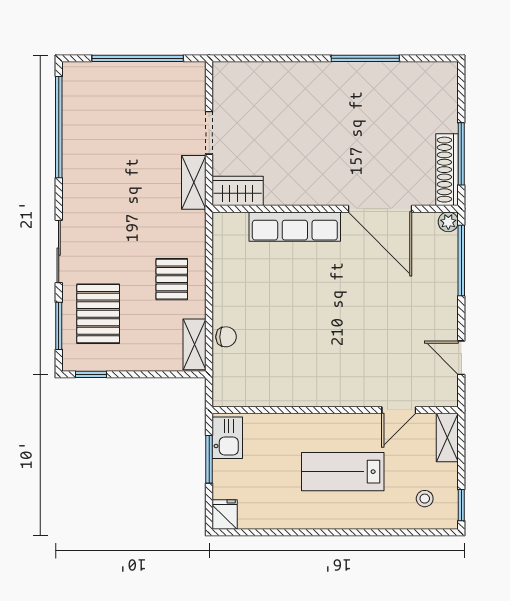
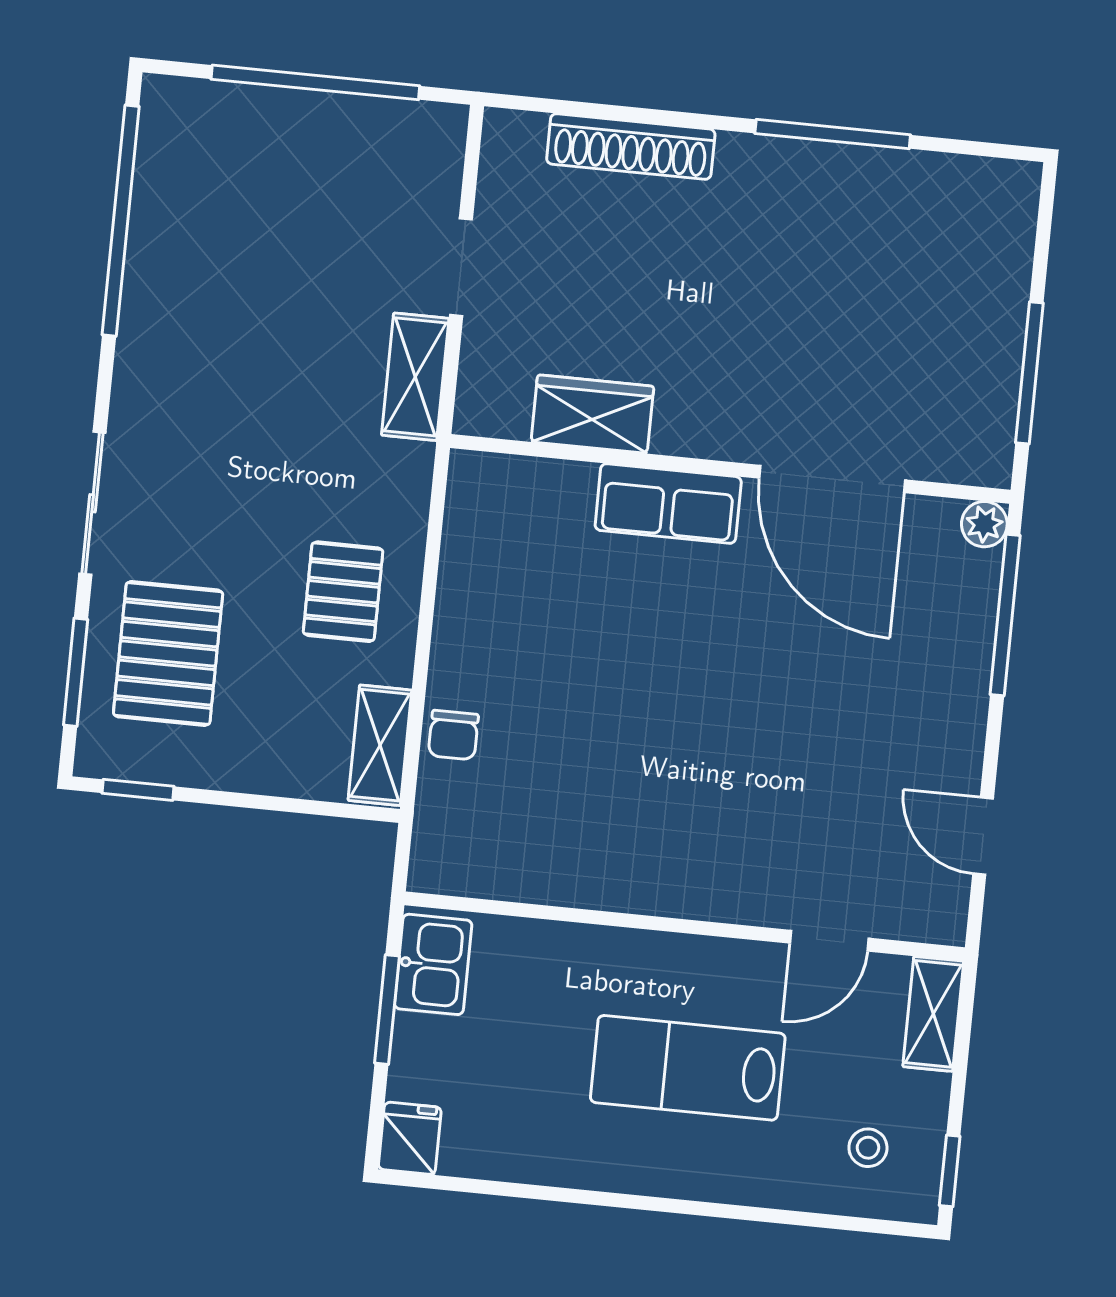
shoe rack: (447, 170) -> (631, 147), moved, turned -90
wardrobe: (238, 191) -> (592, 414), moved
row of seats: (295, 227) -> (668, 504), width x0.68
chair: (226, 337) -> (453, 735), turned 90

